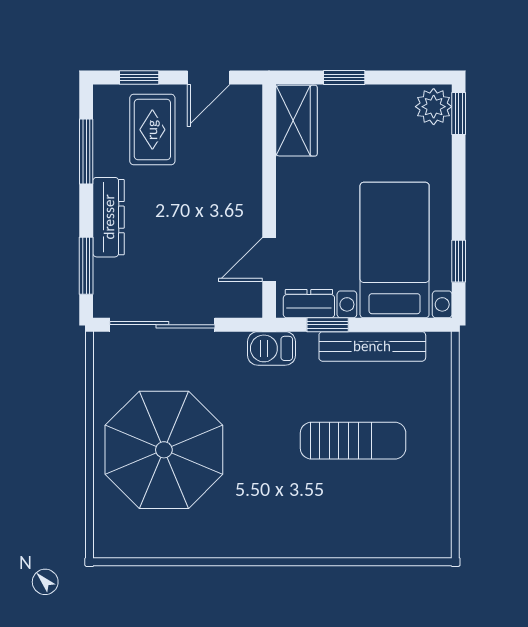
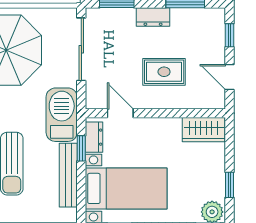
window: (344, 78) -> (229, 185), moved
rug: (152, 130) -> (164, 72), moved
dresser: (109, 217) -> (153, 17), width x0.70
barbecue: (271, 348) -> (62, 115), width x1.88, depth x1.53

